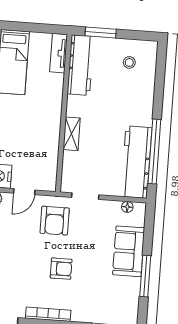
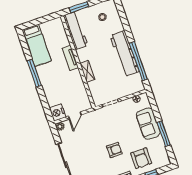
tv unit: (59, 53) -> (70, 58), moved
workbench: (136, 162) -> (124, 53), moved
armchair: (55, 221) -> (141, 158), moved

